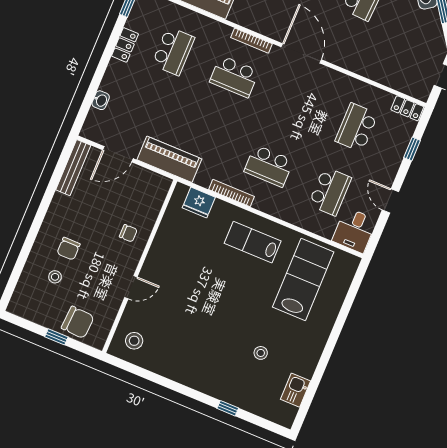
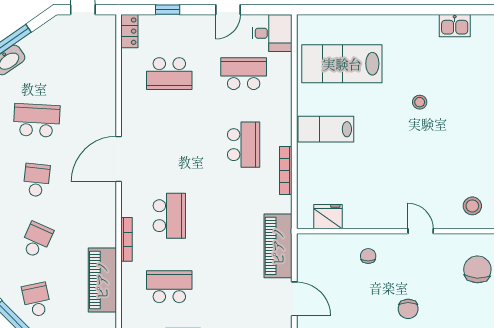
bookcase: (252, 41) -> (127, 239), moved
fridge: (199, 202) -> (328, 217), moved, turned -90
lab bench: (253, 242) -> (326, 129), turned 90
chair: (69, 249) -> (408, 309), turned 90
stool: (55, 277) -> (442, 311), removed
stool: (261, 353) -> (420, 102), moved

